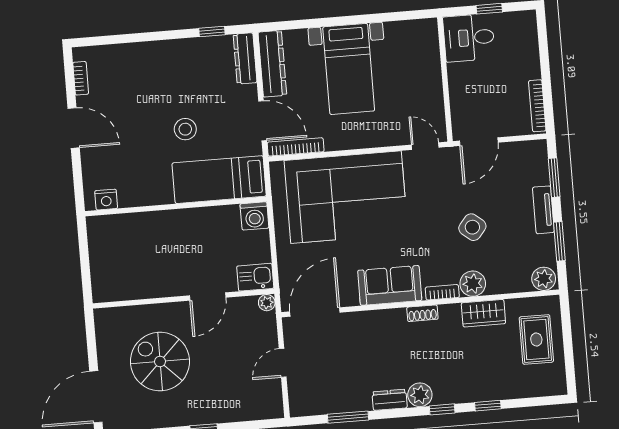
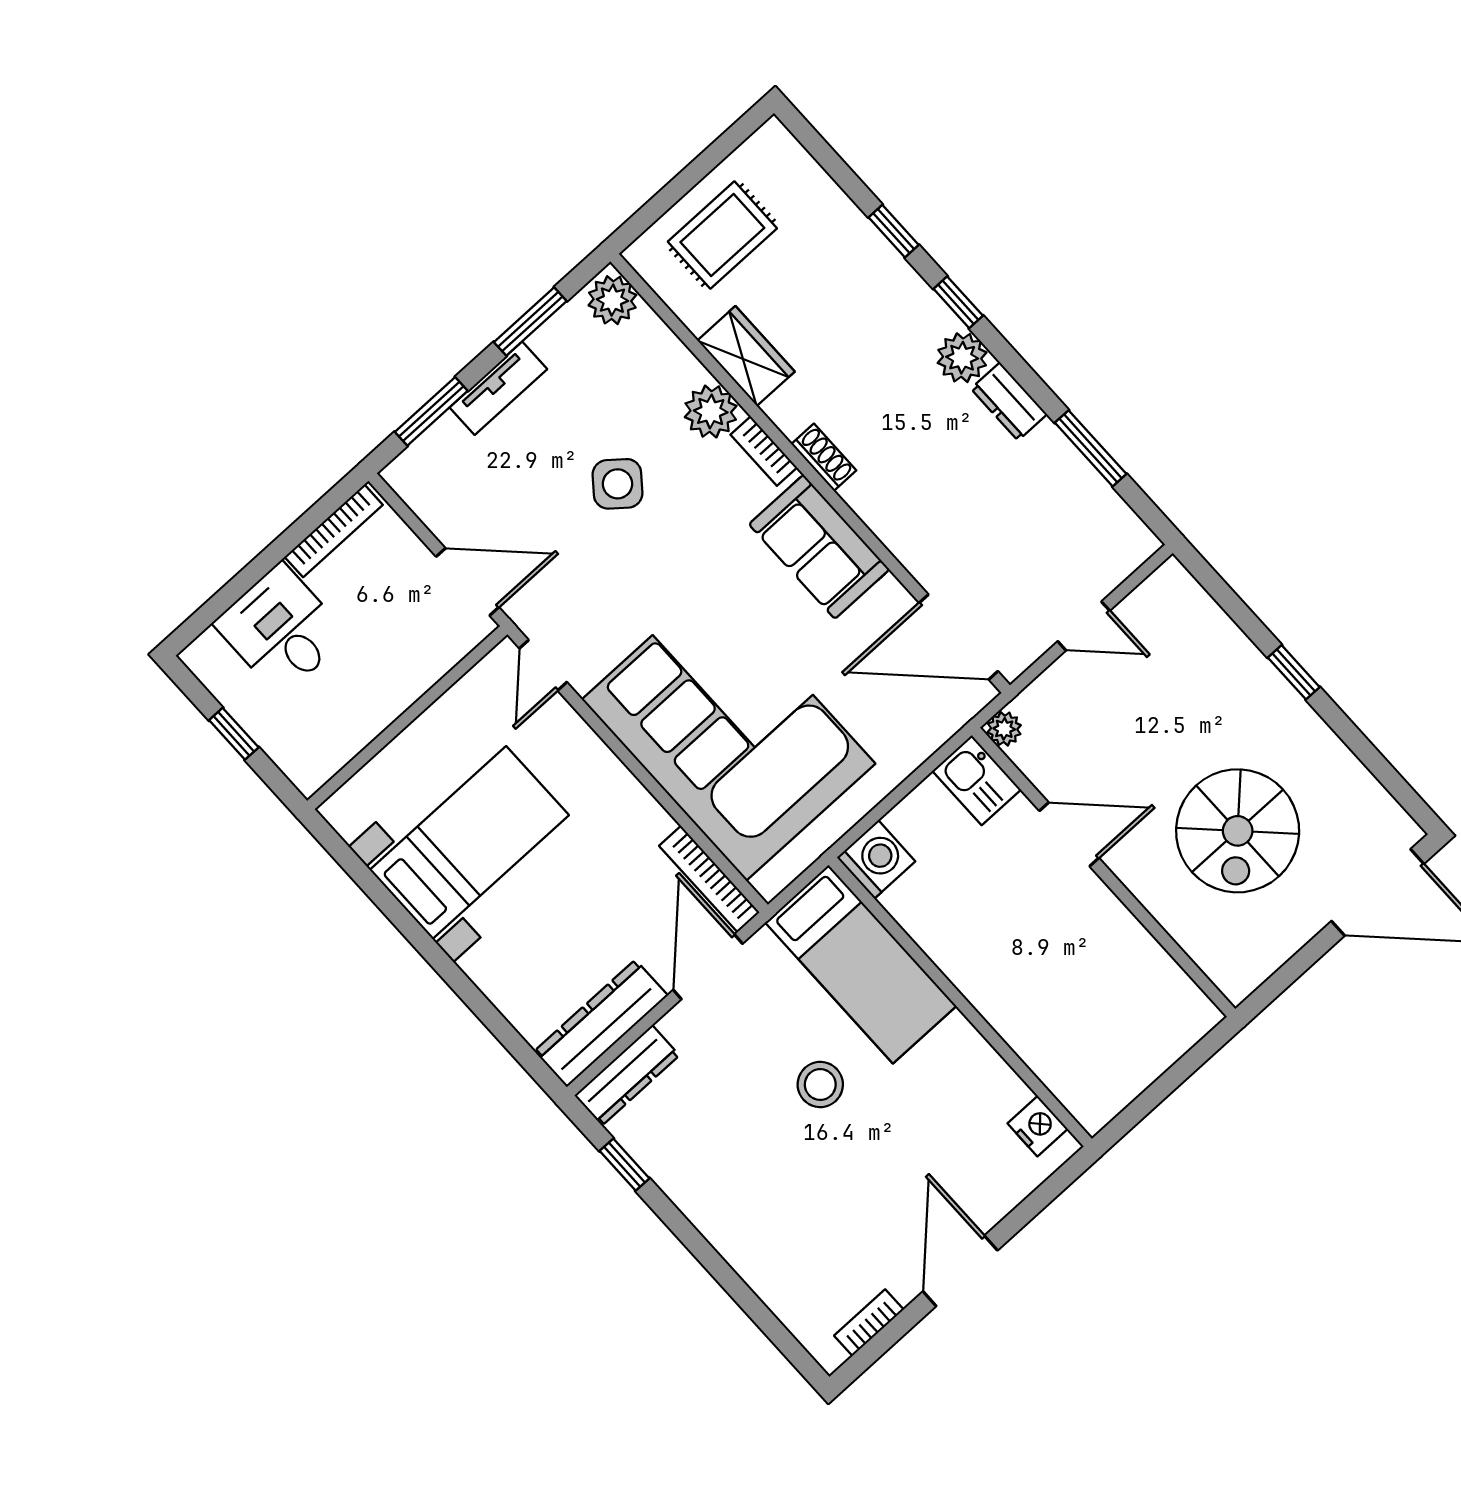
desk: (469, 38) -> (281, 630), moved, turned 180
bed with nightstands: (349, 69) -> (469, 843), moved

